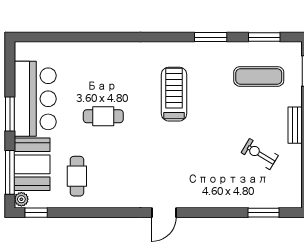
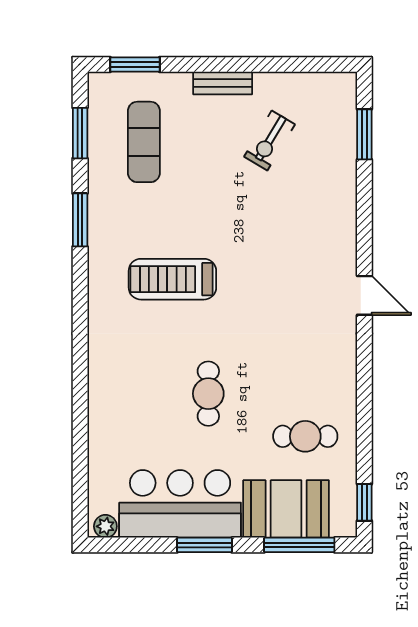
plant: (21, 199) -> (105, 526), moved

